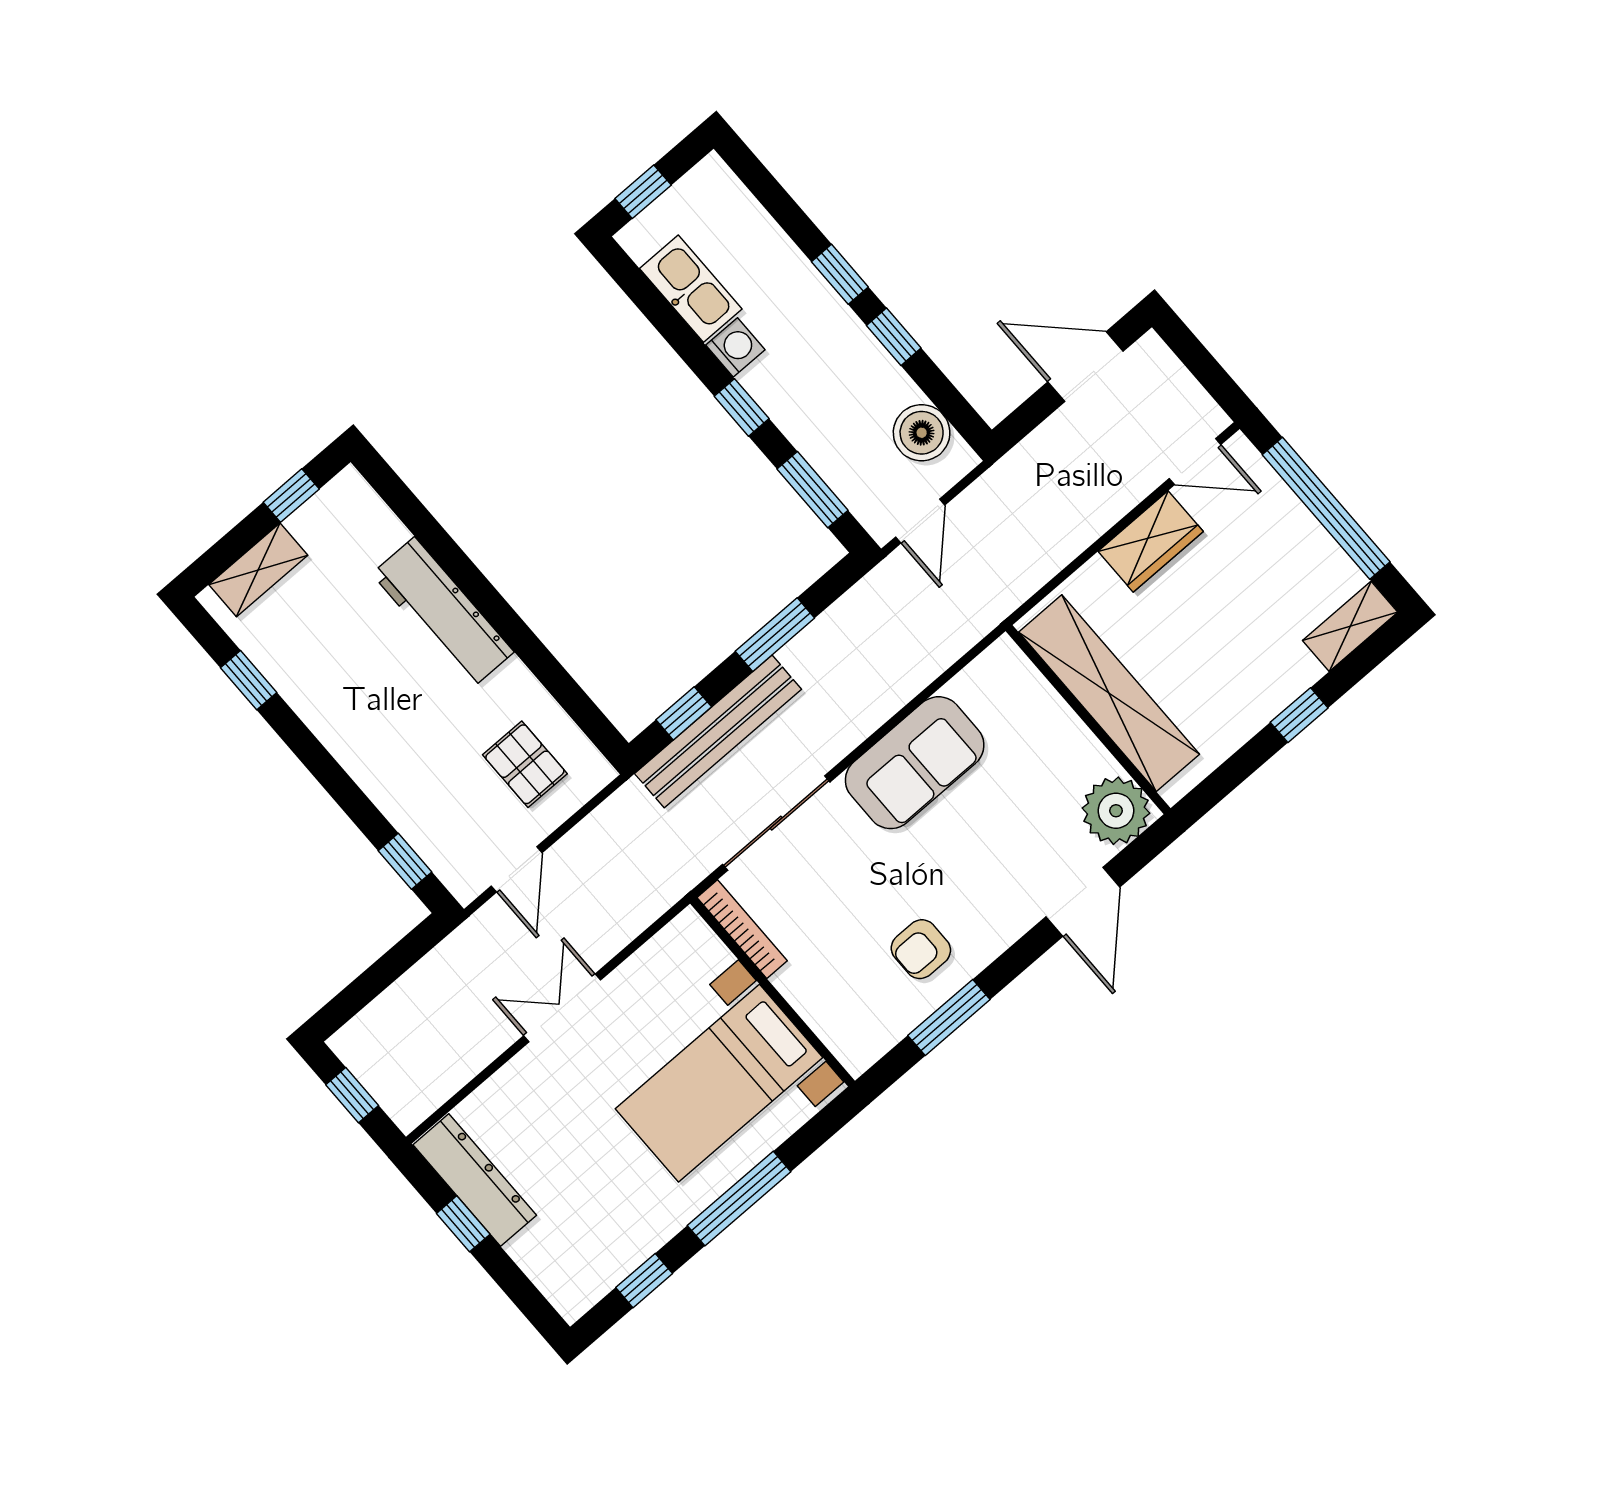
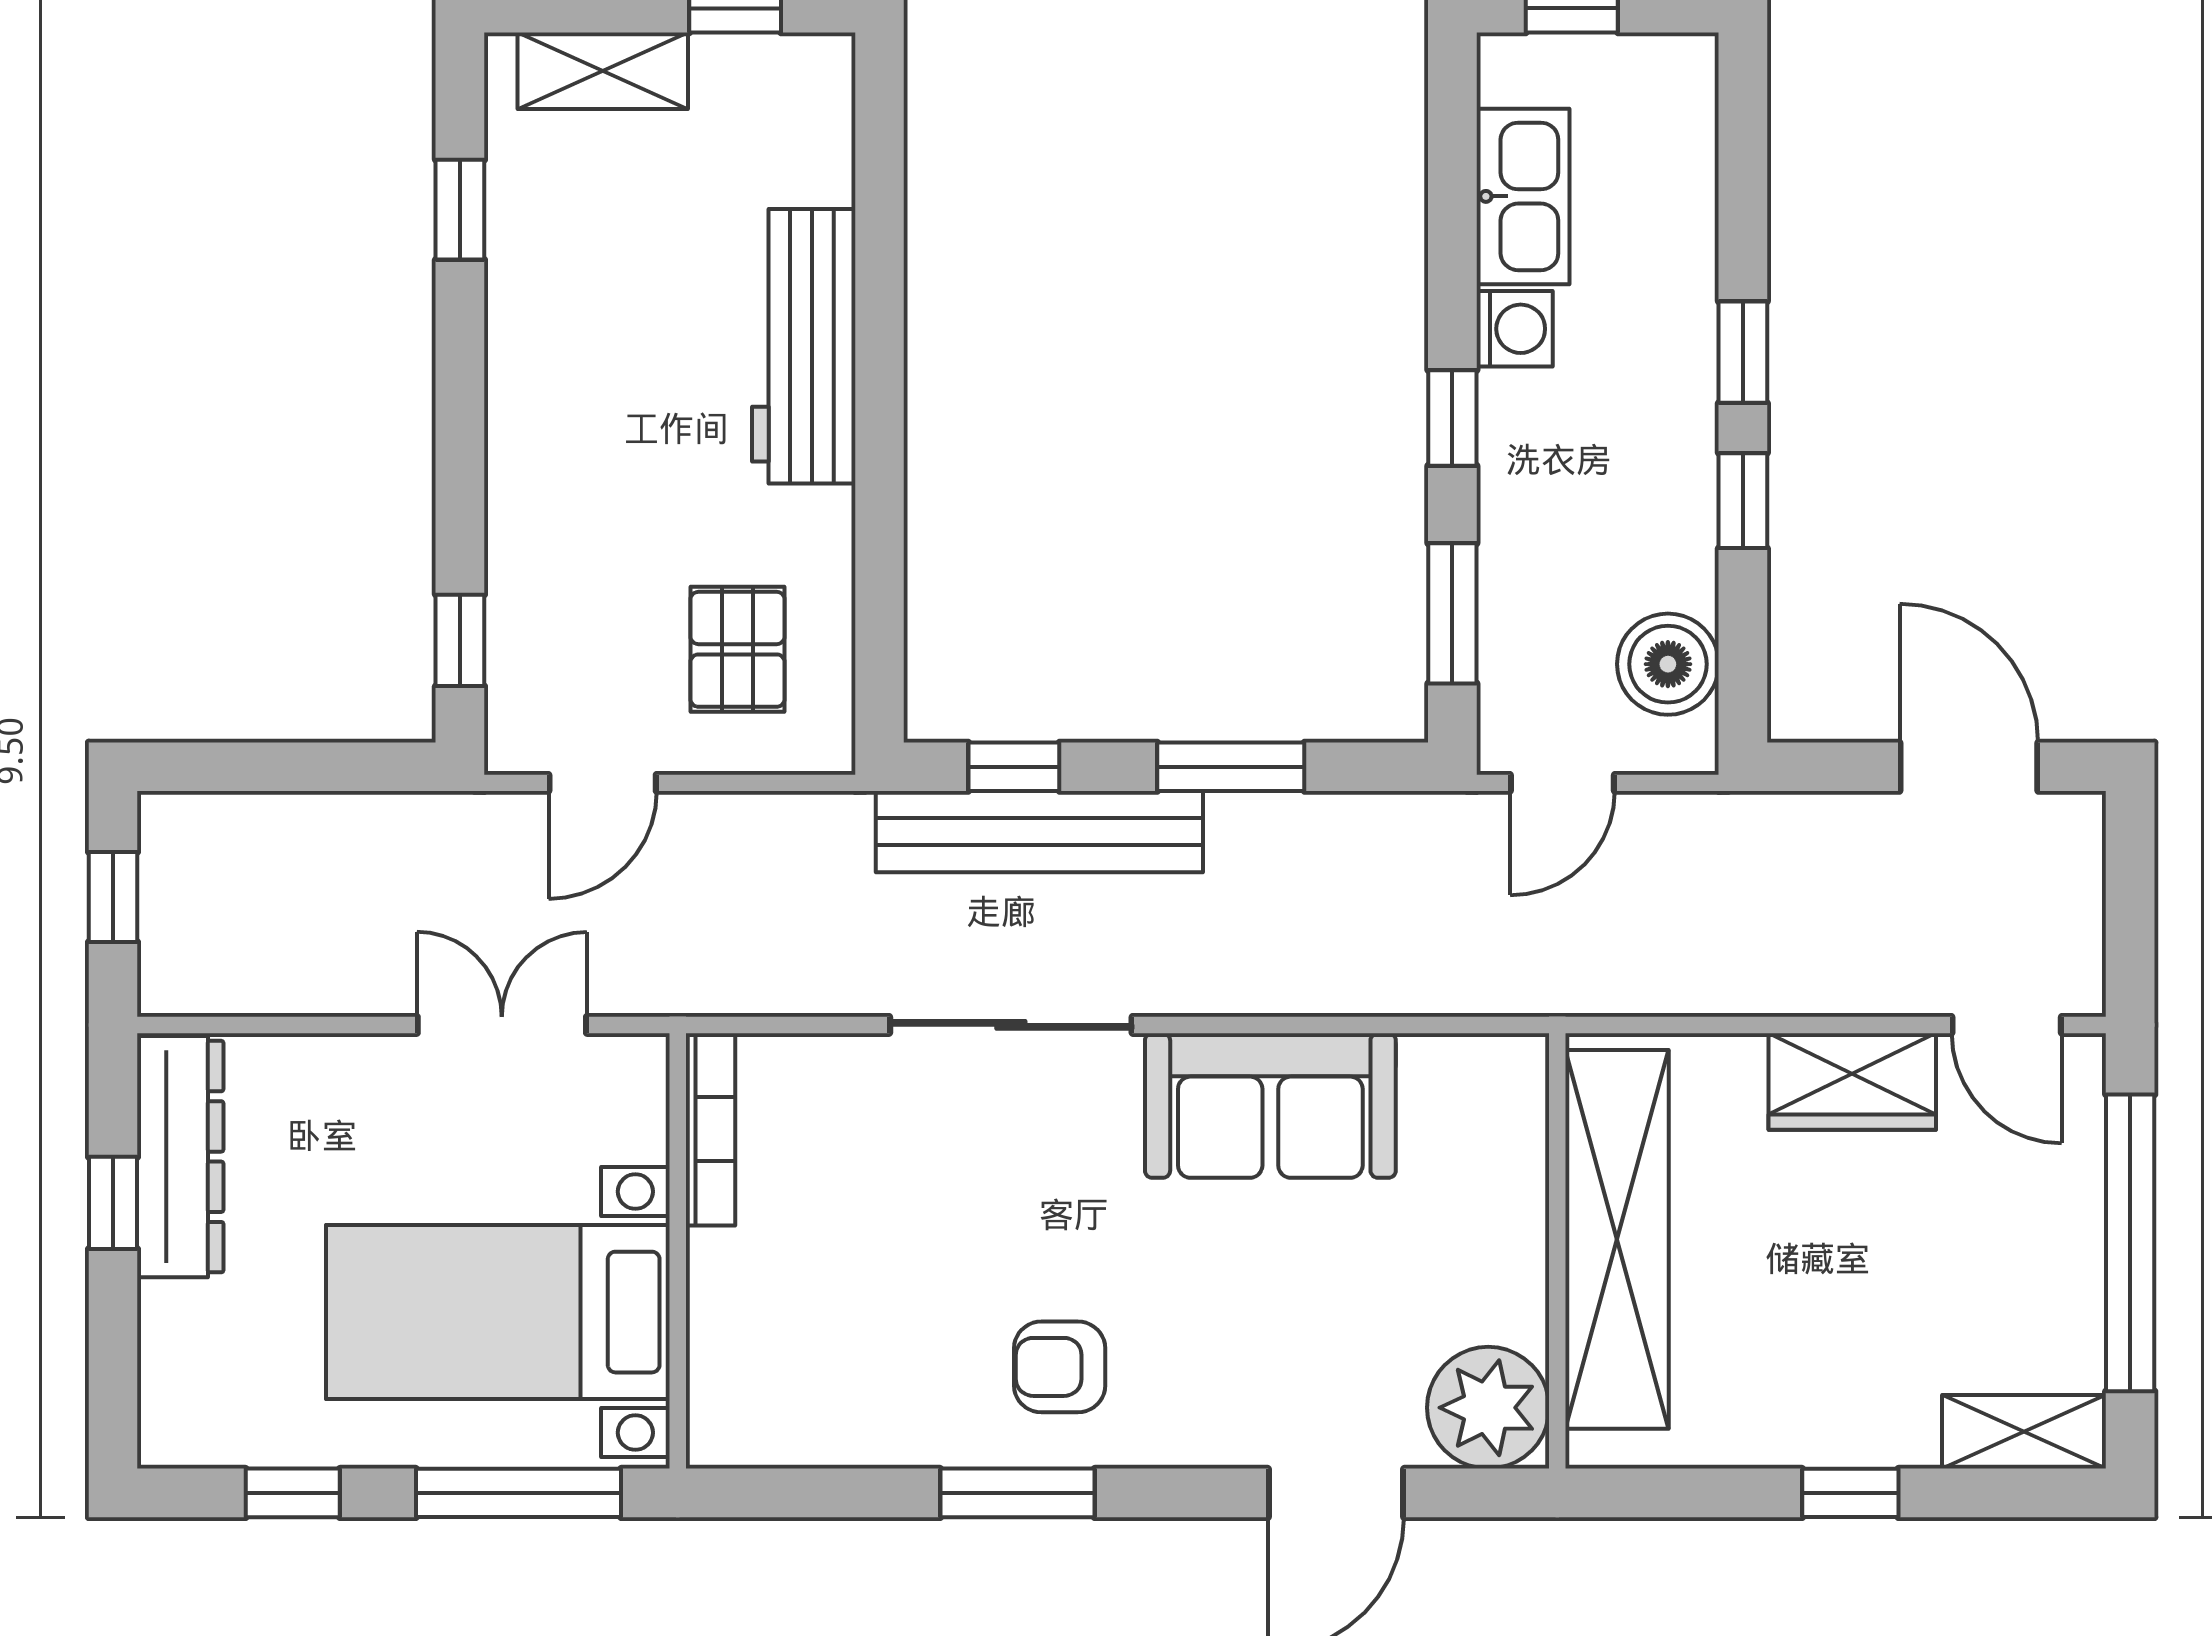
bookcase: (742, 929) -> (711, 1129), moved
wall: (772, 992) -> (678, 1251), moved
bed with nightstands: (719, 1083) -> (498, 1312), moved

